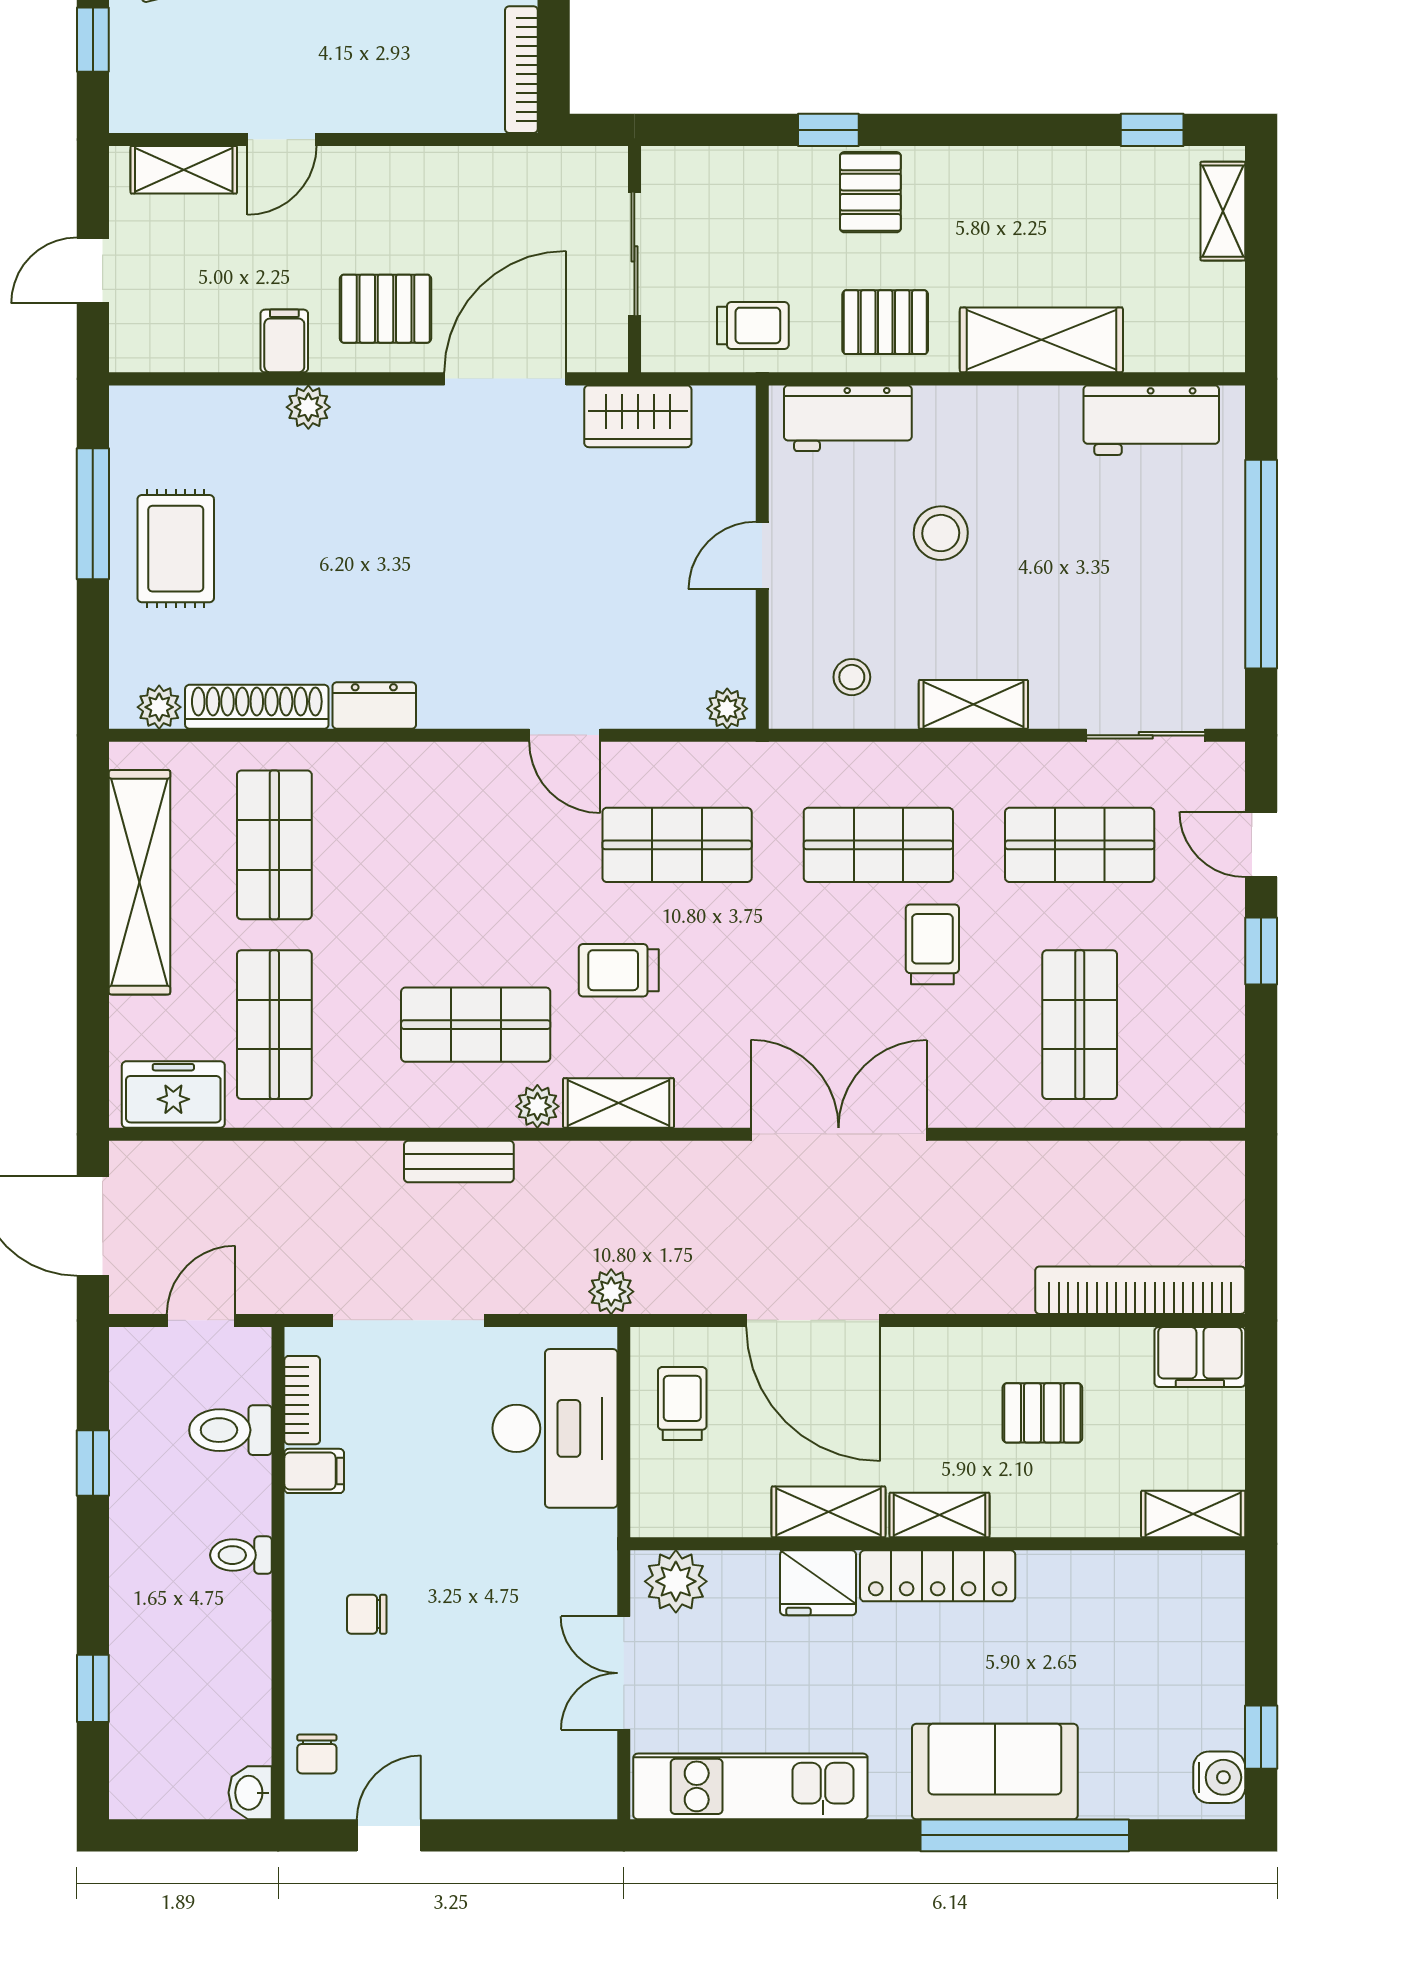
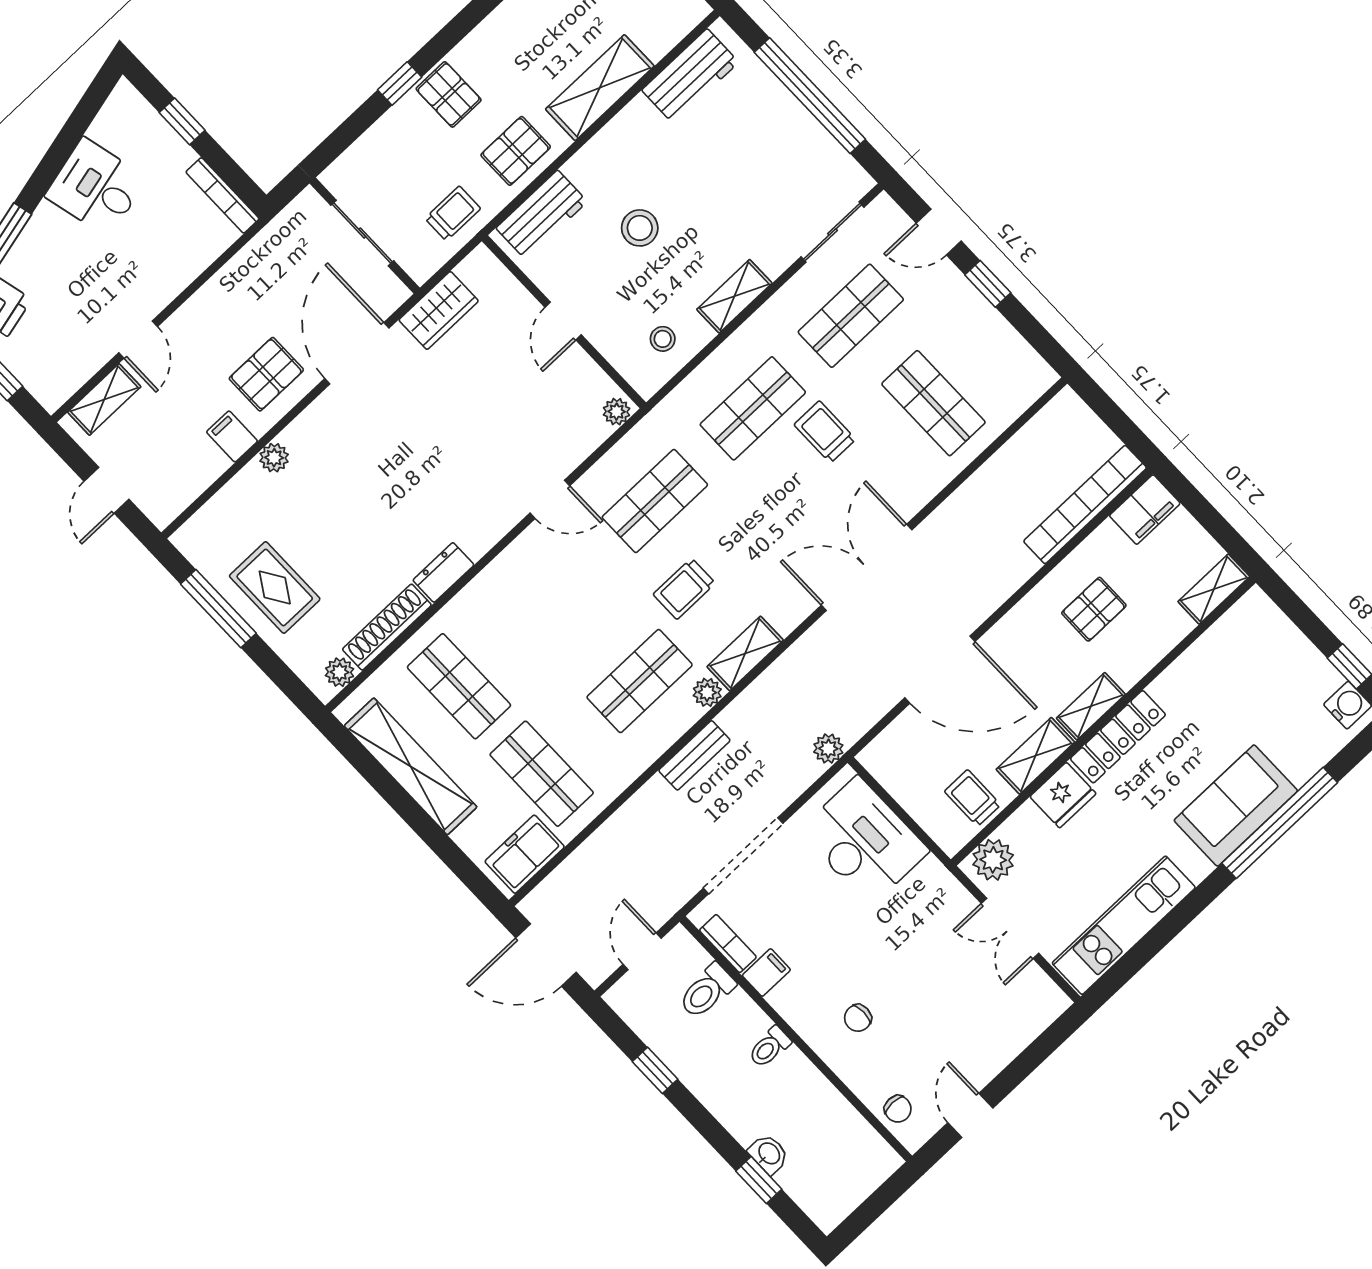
trolley: (682, 1404) -> (973, 798), moved
washbasin: (250, 1793) -> (769, 1154), moved, turned 180

